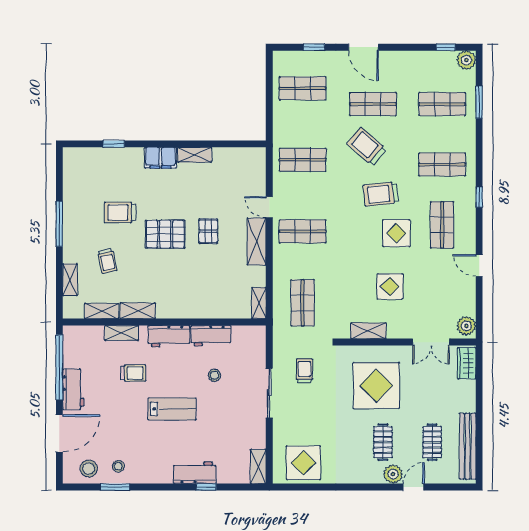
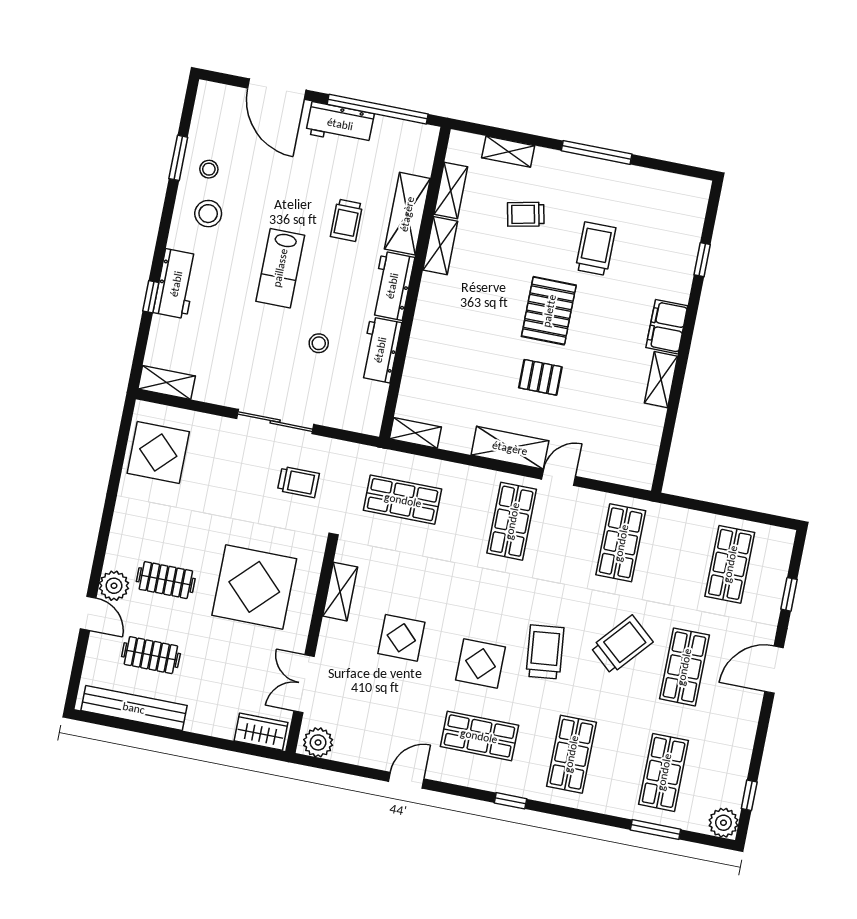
shelving: (122, 333) -> (407, 214), width x1.50, depth x1.33
stool: (89, 469) -> (208, 214), moved

